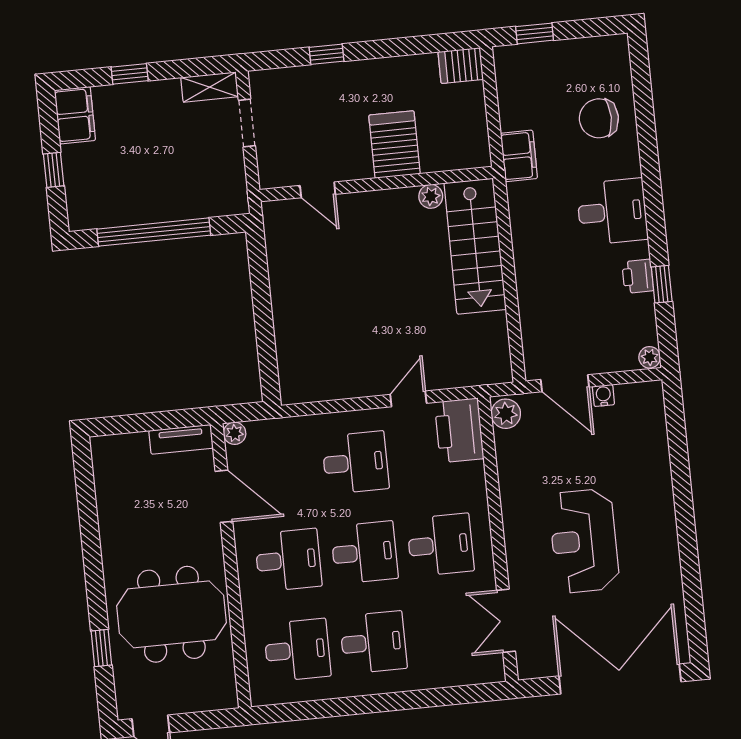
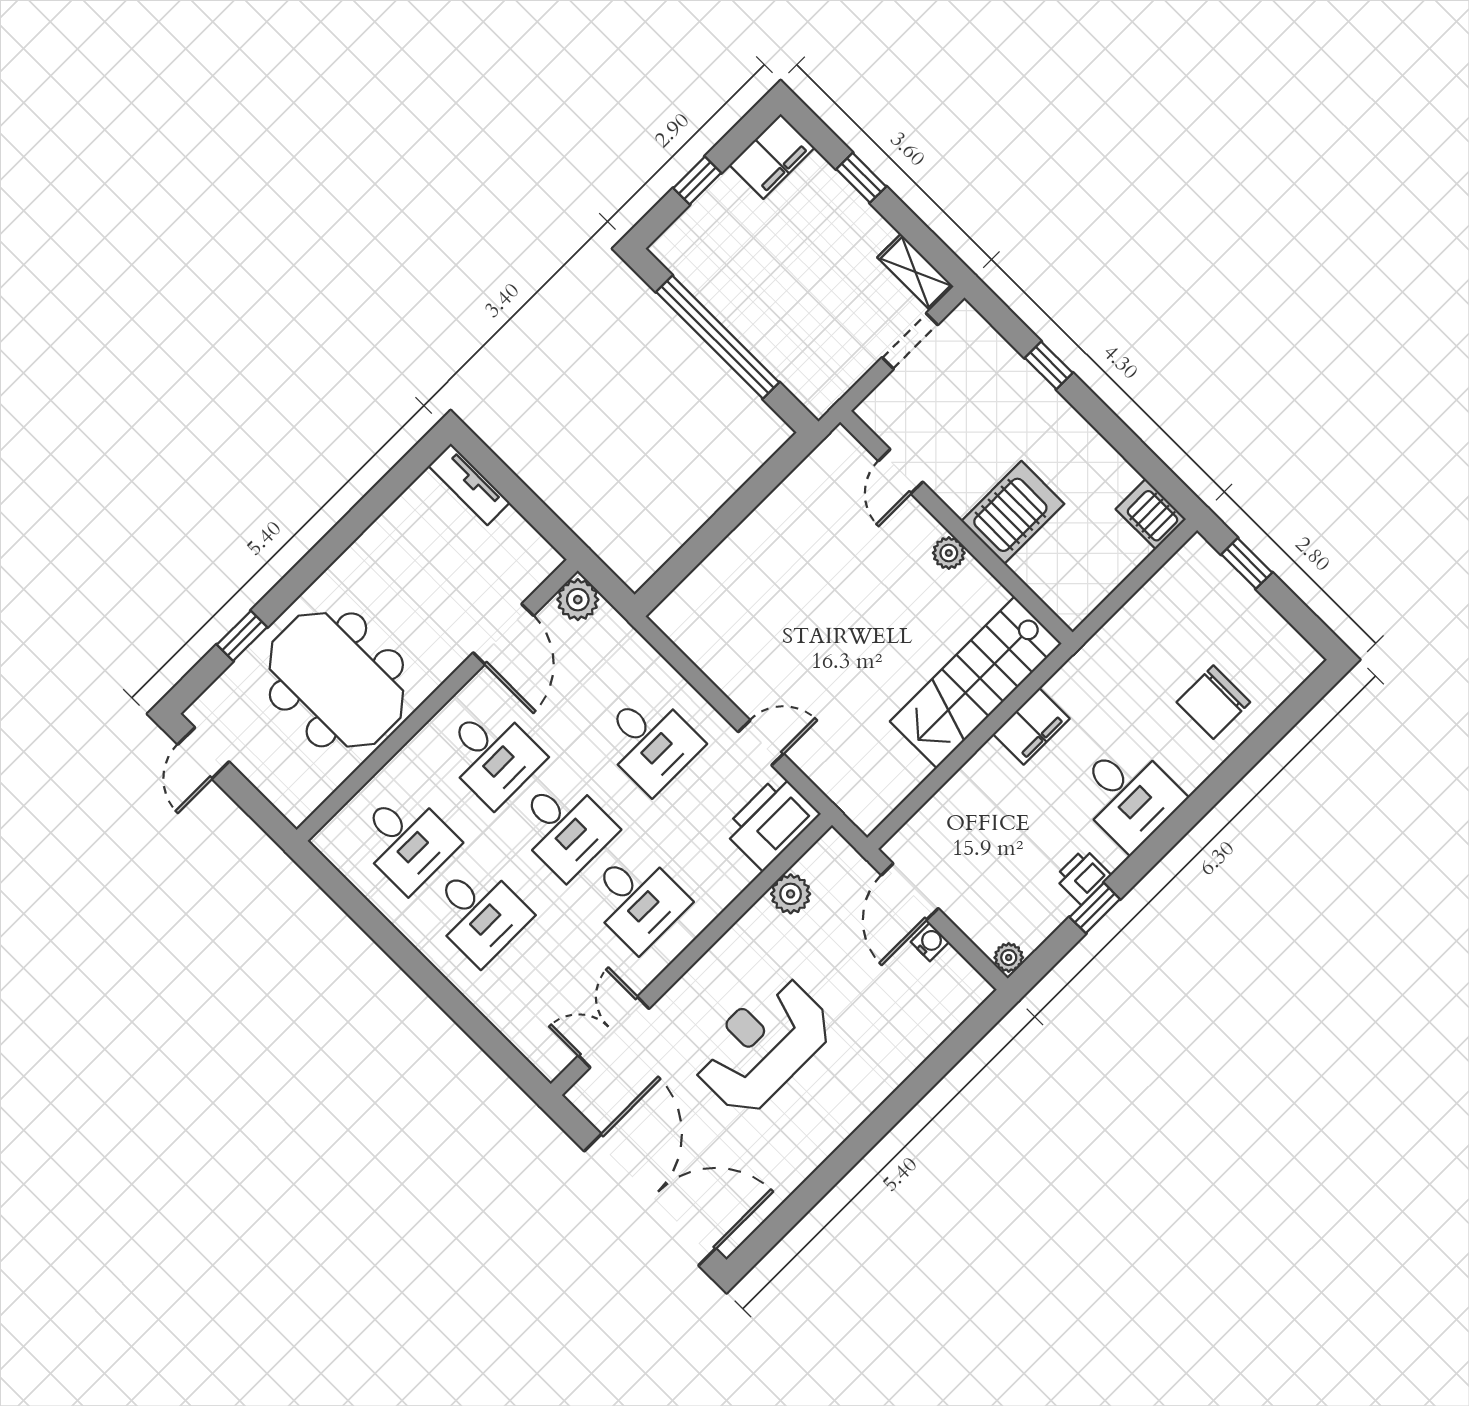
chair: (599, 118) -> (1213, 702), turned -90
filing cabinet: (519, 156) -> (1031, 726), moved
plant: (431, 196) -> (949, 553), moved
plant: (506, 414) -> (791, 894), moved
plant: (235, 433) -> (578, 600), width x1.38, depth x1.38
tv unit: (181, 439) -> (469, 484), moved

